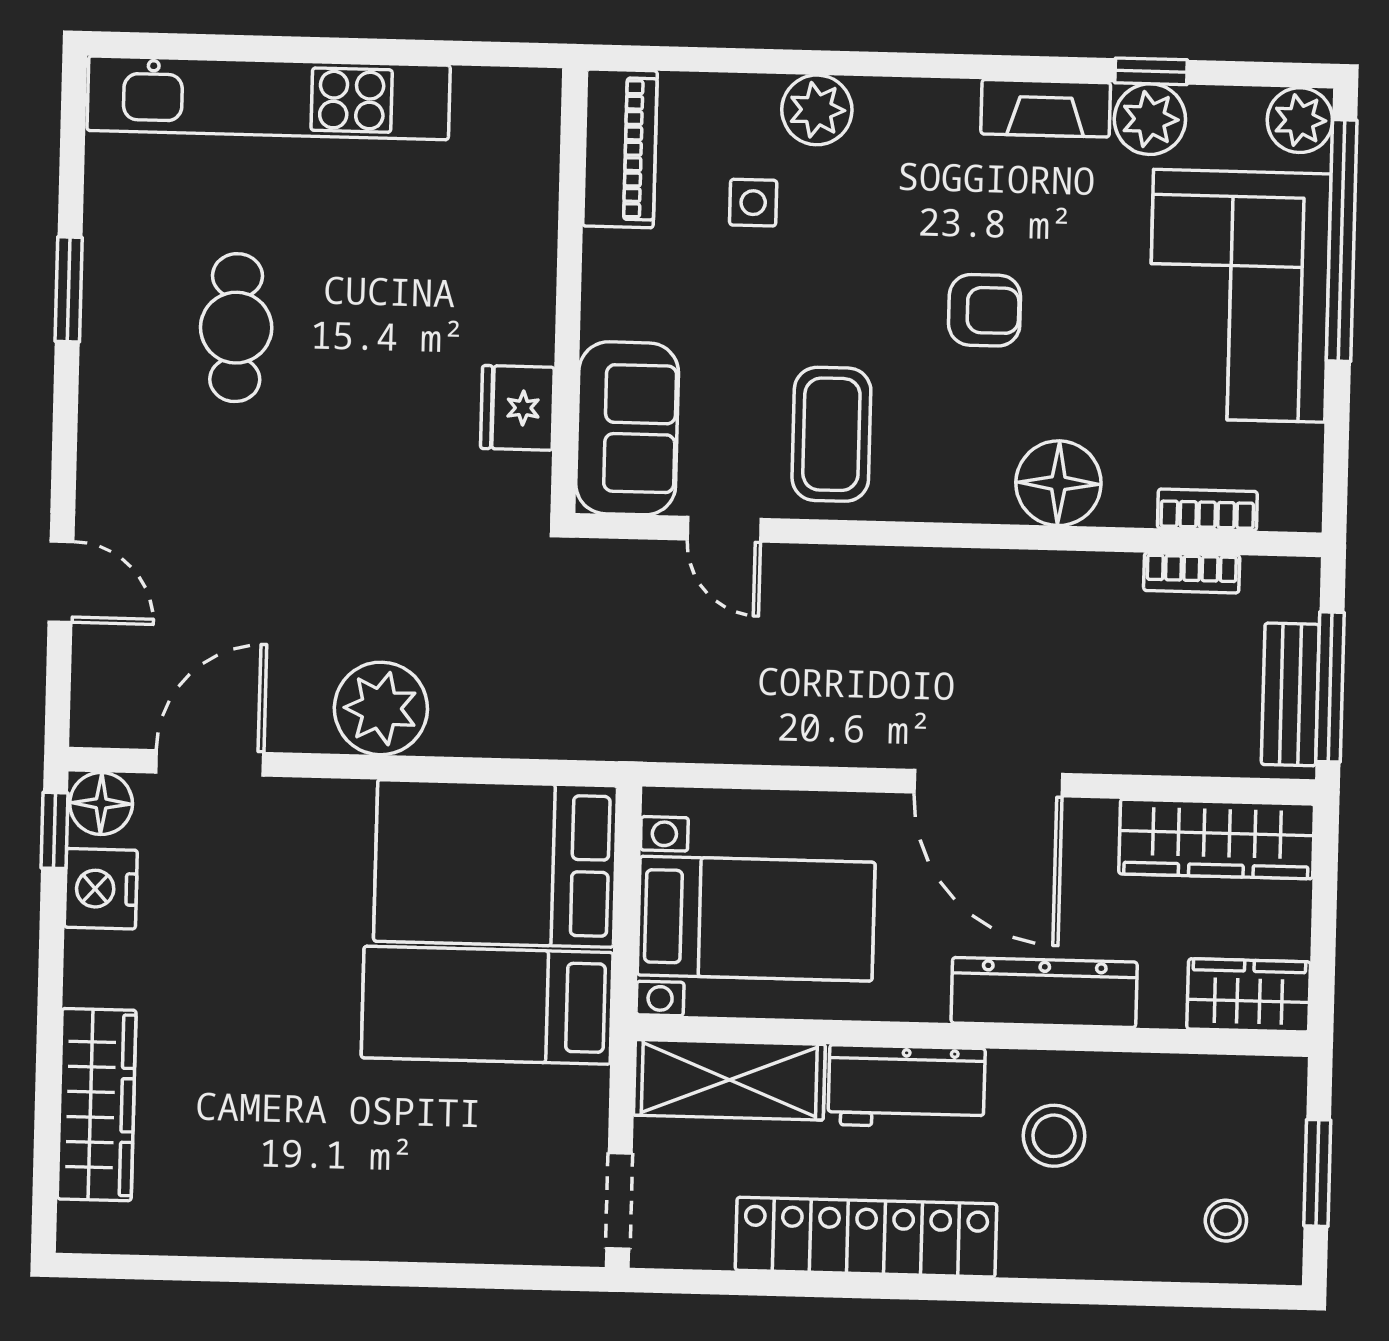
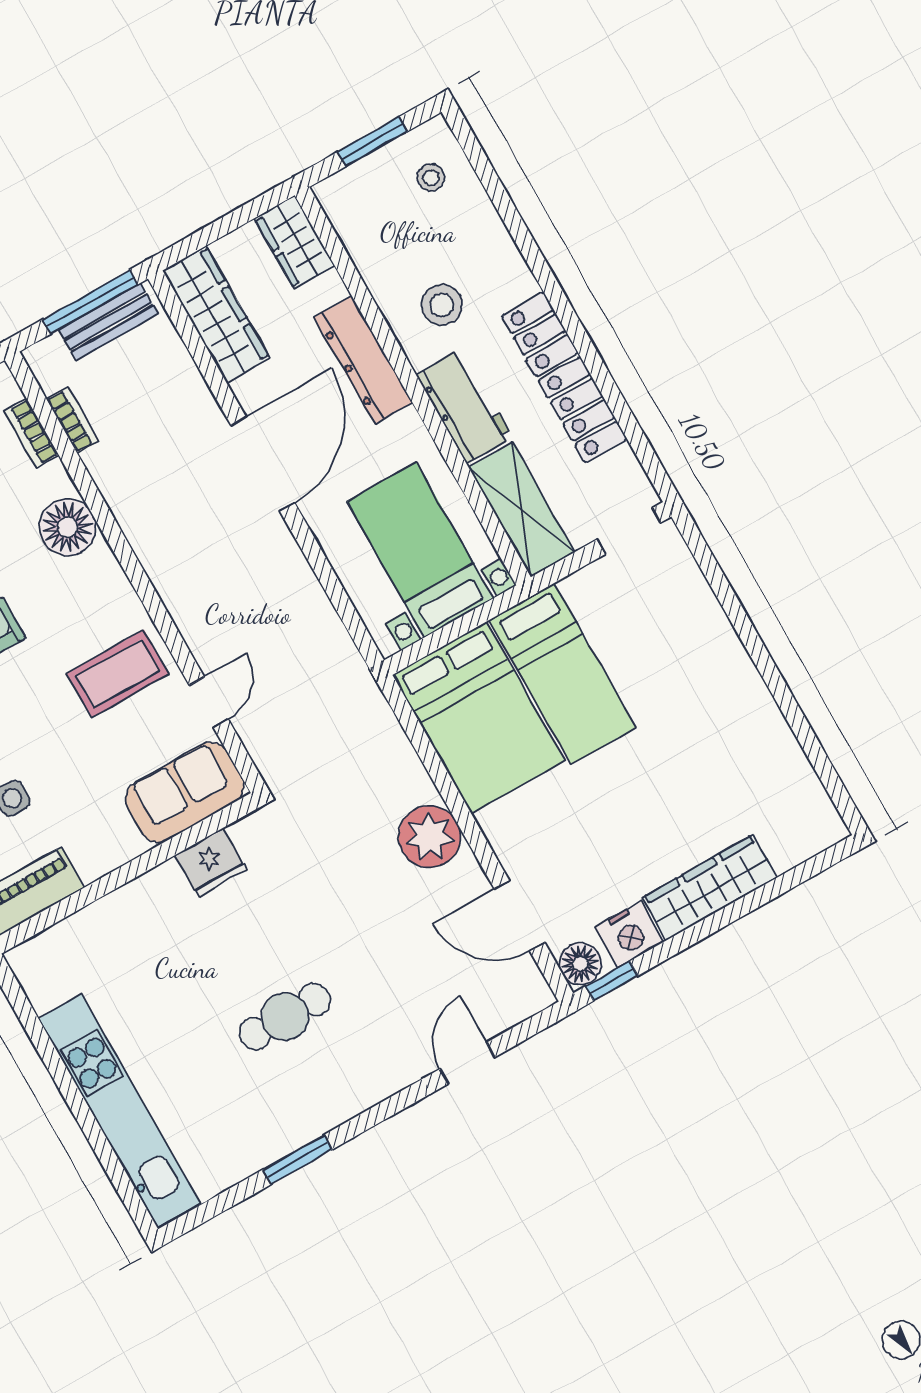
cafe table: (236, 328) -> (285, 1017), moved
wardrobe: (97, 1105) -> (710, 888), moved

